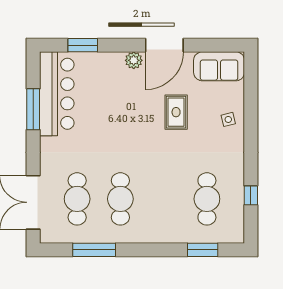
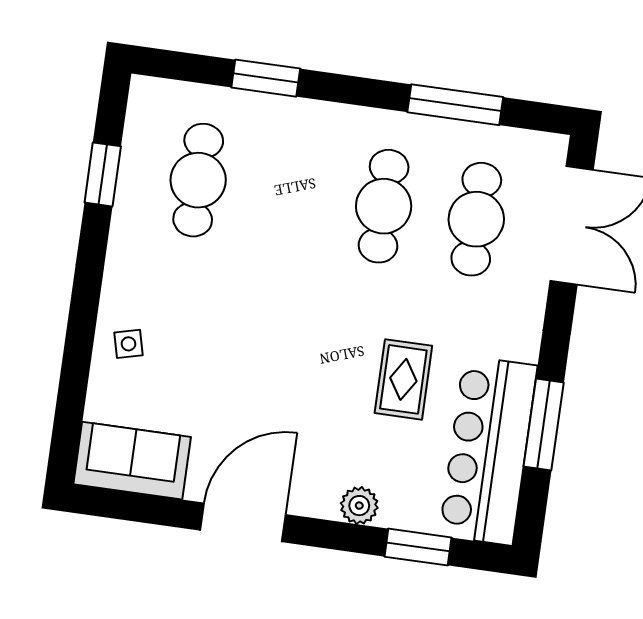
plant: (134, 60) -> (359, 506), moved
rug: (176, 112) -> (403, 379), moved
window: (251, 195) -> (103, 174), width x1.50
window: (203, 250) -> (266, 78), moved

